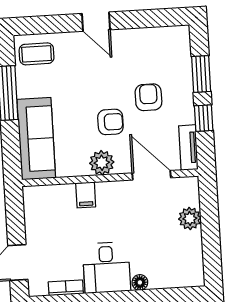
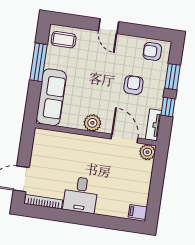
armchair: (110, 122) -> (152, 51), moved, turned 180
filing cabinet: (86, 195) -> (138, 212), moved, turned 90
plant: (190, 218) -> (147, 152), moved
floor lamp: (140, 282) -> (101, 210), removed
bookcase: (66, 288) -> (44, 202), width x1.56

